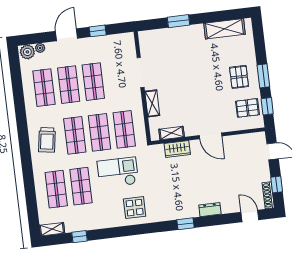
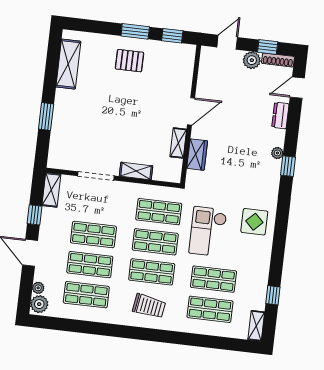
shelving: (121, 40) -> (51, 190), added
pallet: (247, 108) -> (169, 60), removed
shelving: (172, 133) -> (178, 143), moved
plant: (263, 174) -> (252, 60), added
dresser: (210, 210) -> (280, 115), moved
plant: (194, 213) -> (277, 153), added

